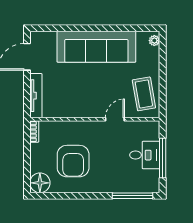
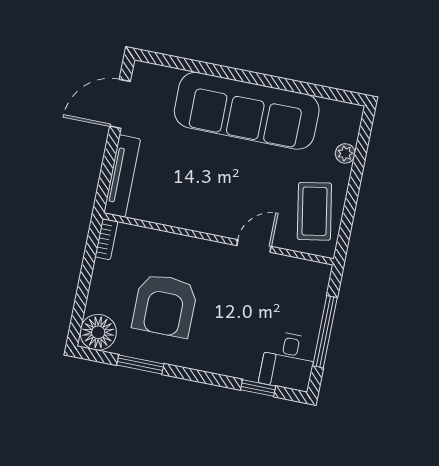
plant: (154, 41) -> (345, 153), moved
desk: (145, 155) -> (288, 361), moved, turned 90
window: (66, 196) -> (140, 364), added
window: (133, 196) -> (258, 388), width x0.46

